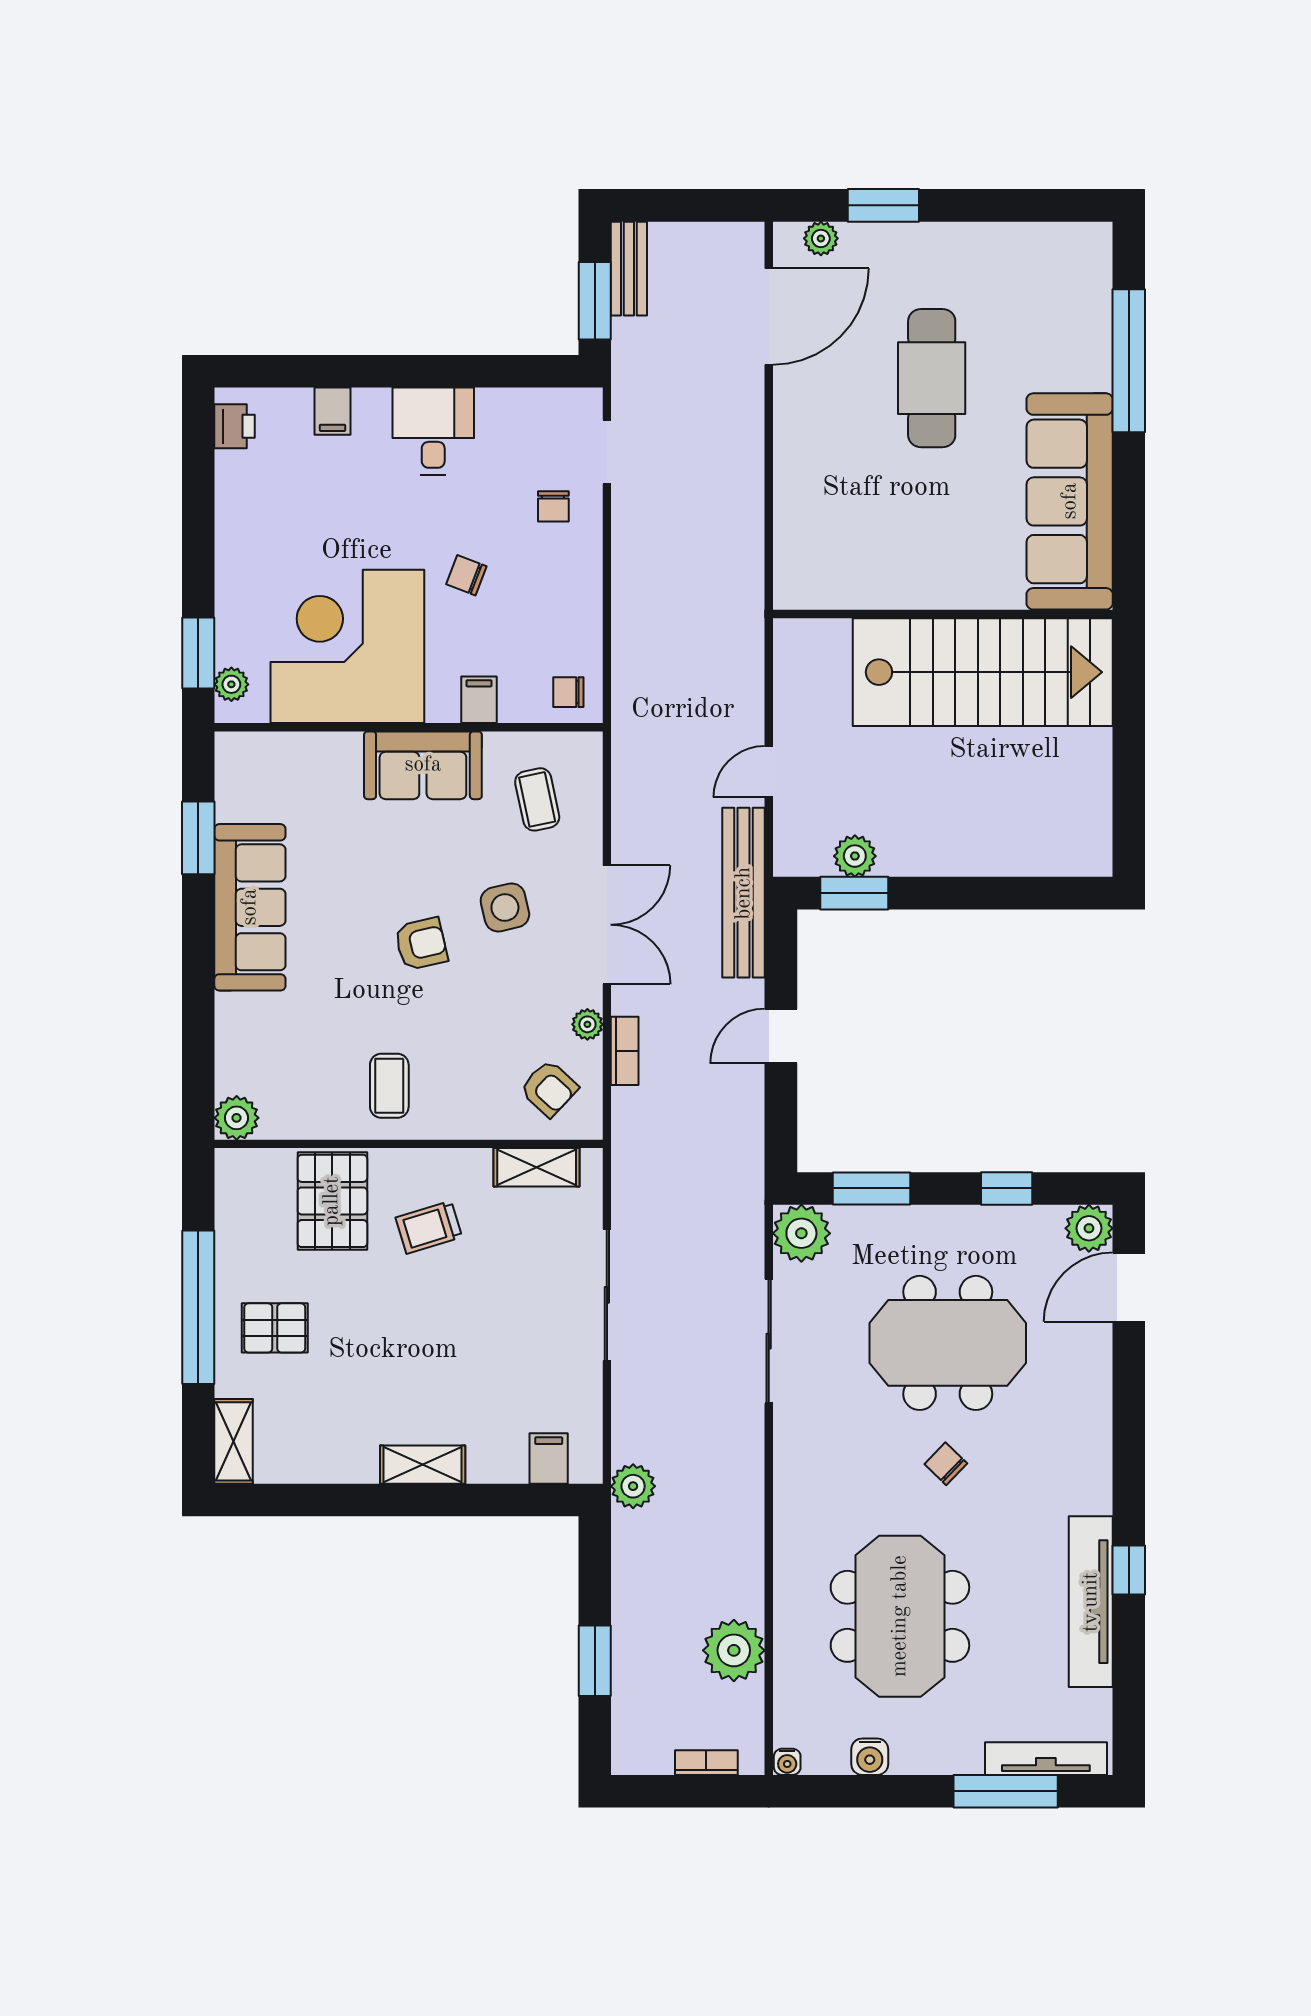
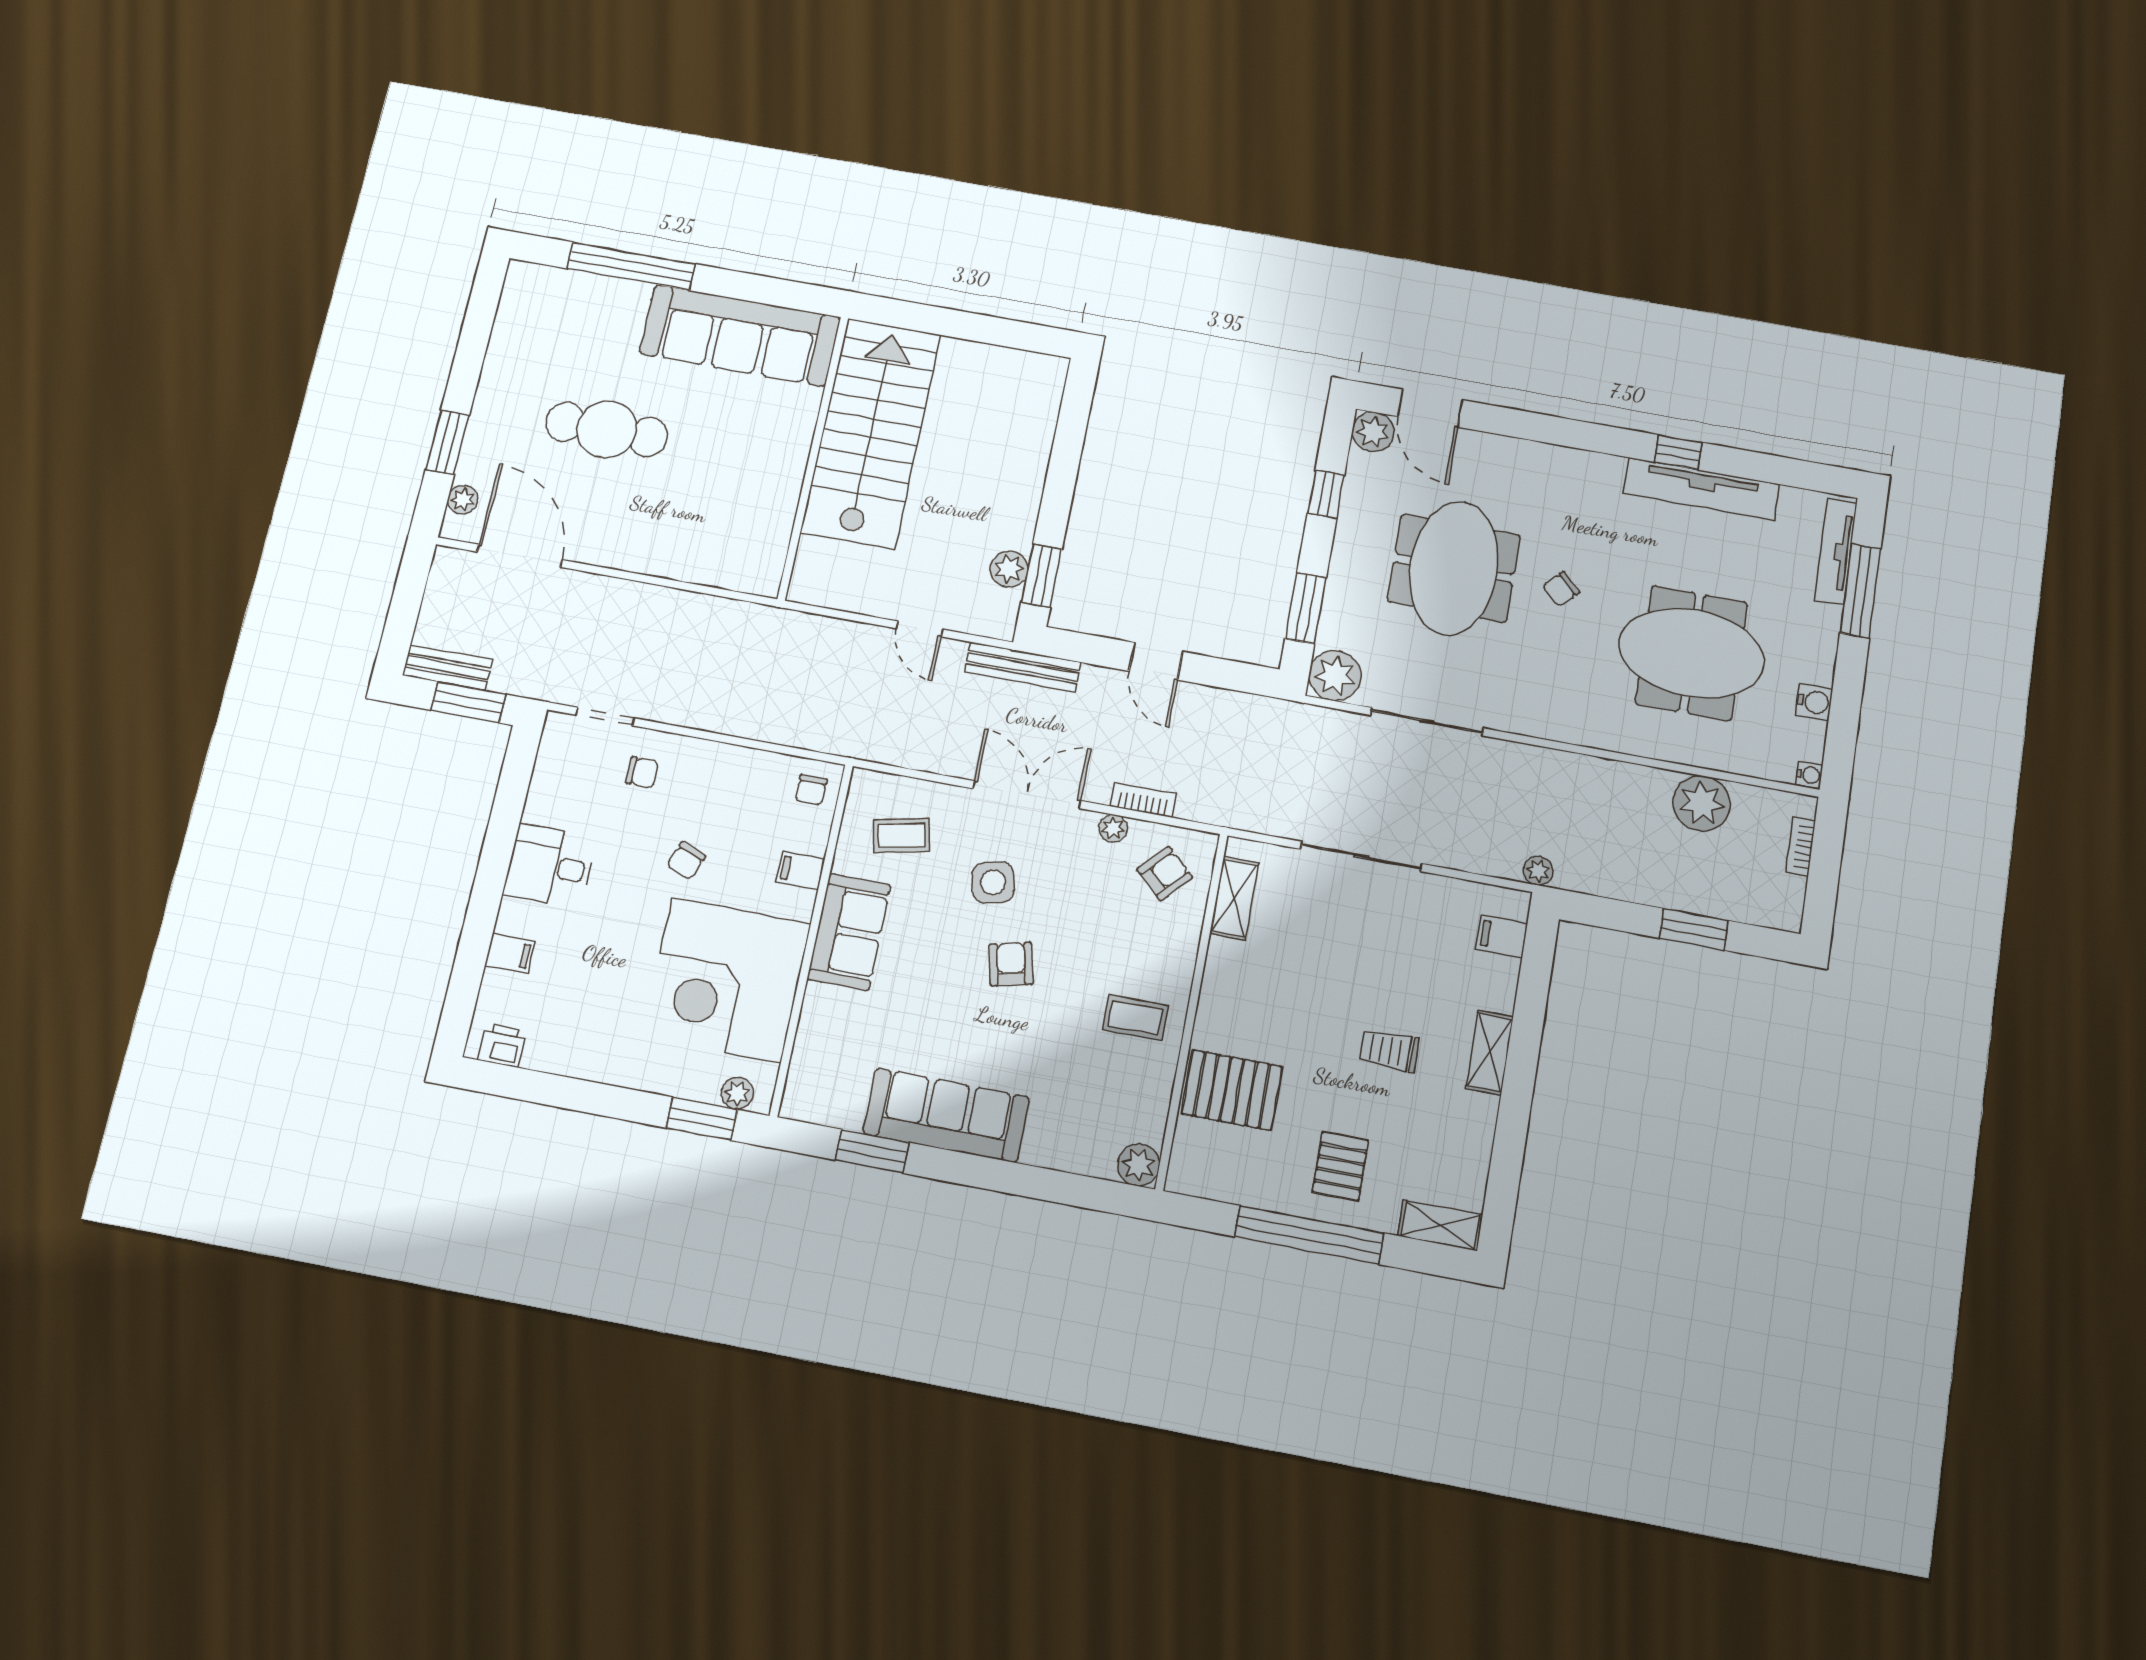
bench: (744, 893) -> (1023, 667), width x0.73, depth x0.82
trolley: (429, 1227) -> (1389, 1051), moved, turned 107
plant: (633, 1486) -> (1538, 871), width x0.73, depth x0.73

